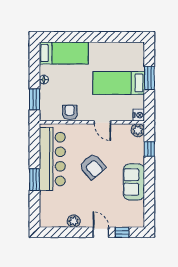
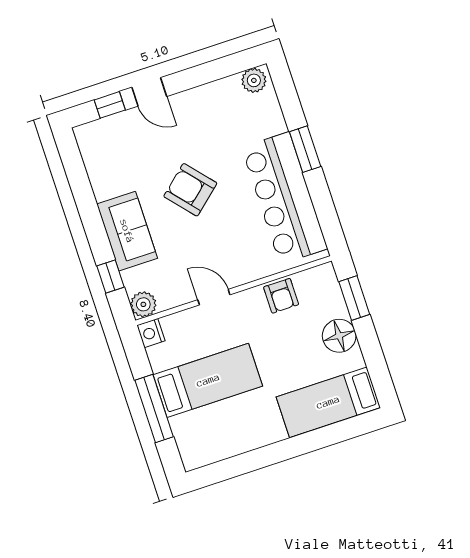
window: (149, 78) -> (154, 409), width x1.44
floor lamp: (44, 80) -> (339, 336), width x1.89, depth x1.89
armchair: (92, 166) -> (190, 190), moved
sofa: (134, 182) -> (127, 231), moved
plant: (74, 221) -> (254, 80), moved

